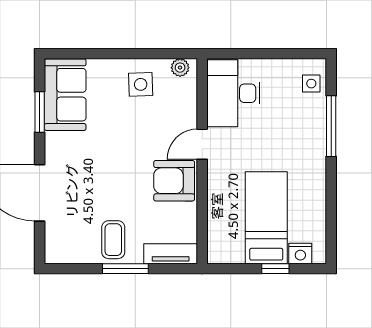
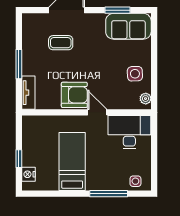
armchair: (174, 181) -> (74, 95), turned 90
bed: (266, 218) -> (72, 162), moved, turned -90
coffee table: (113, 240) -> (61, 43), moved

